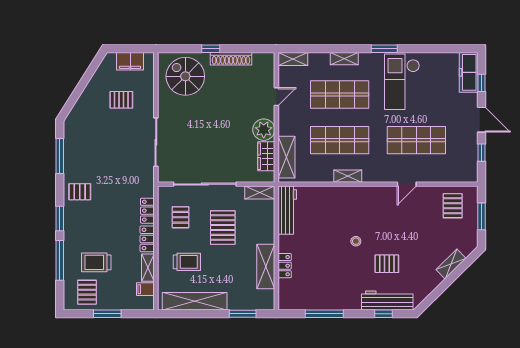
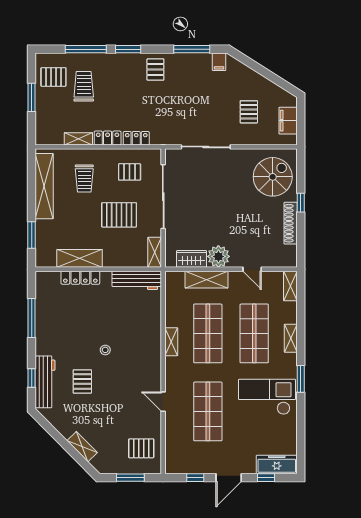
shelving: (287, 157) -> (206, 280), moved
locker: (285, 266) -> (80, 278), width x1.53
filing cabinet: (145, 289) -> (219, 62), moved, turned 180

